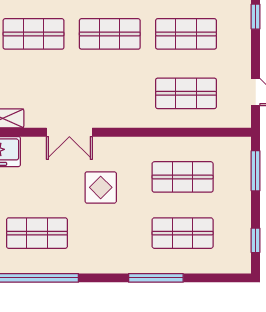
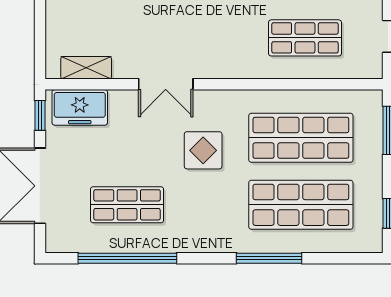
shop shelf: (183, 177) -> (301, 138), width x1.43, depth x1.36
shop shelf: (183, 233) -> (301, 205), width x1.43, depth x1.36

